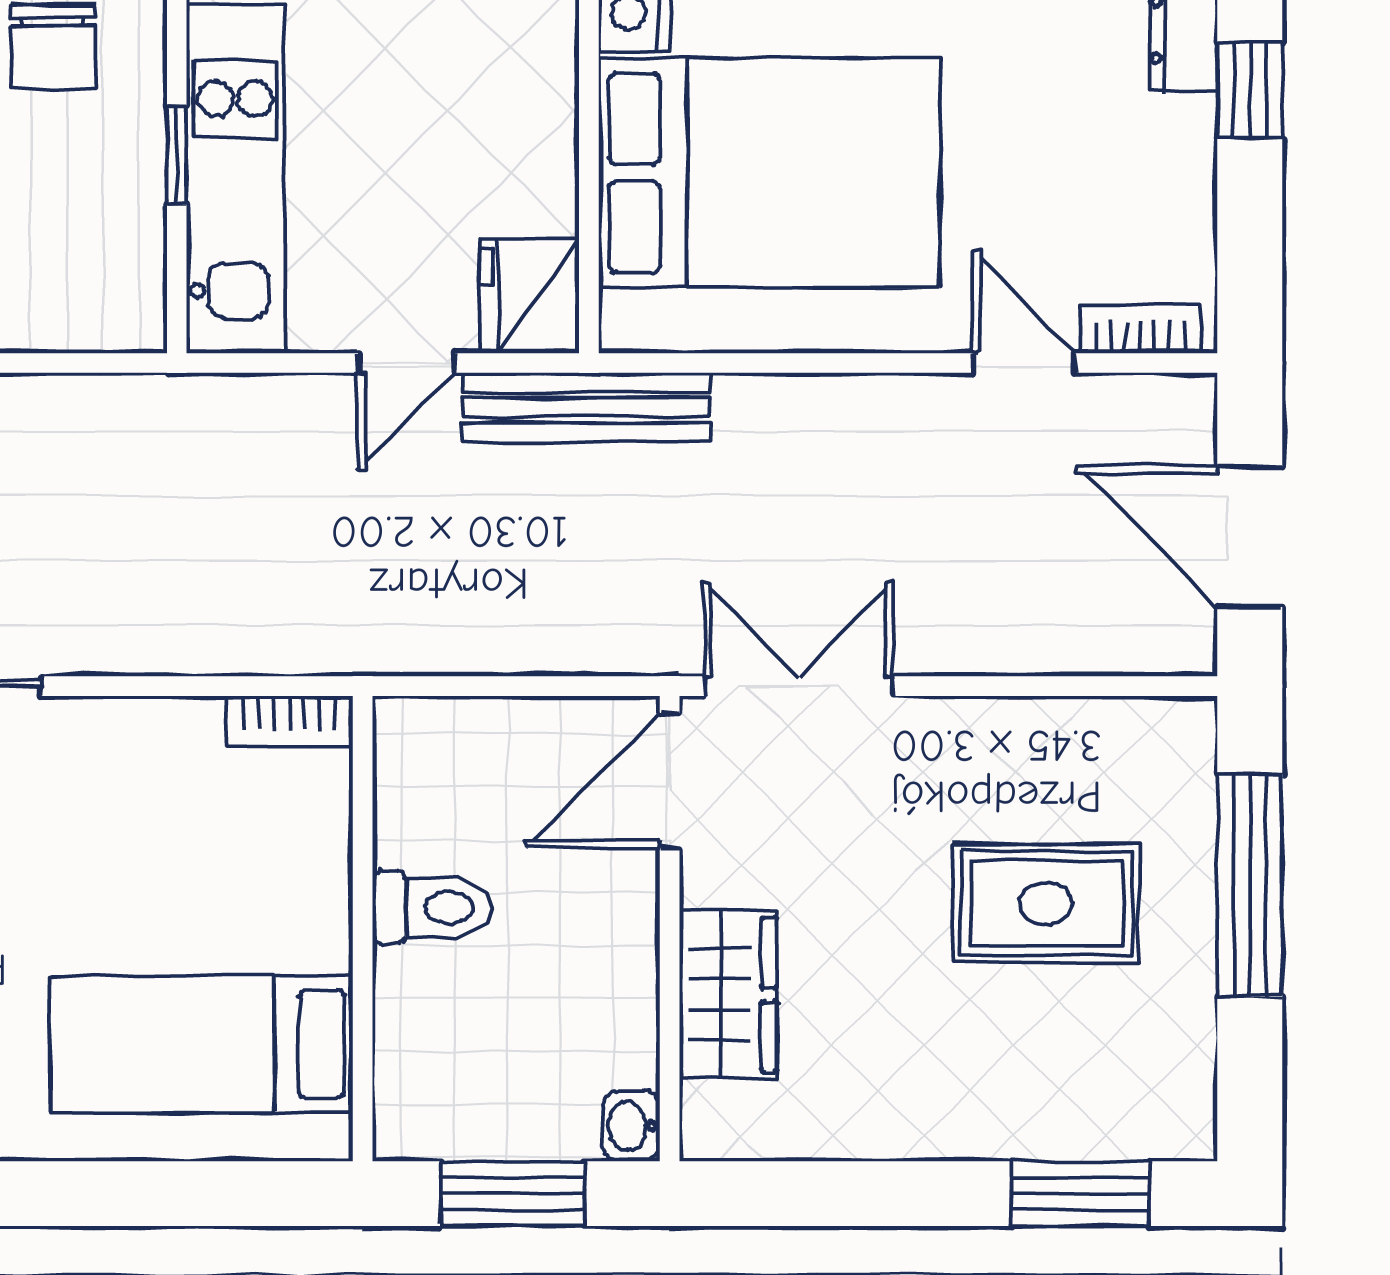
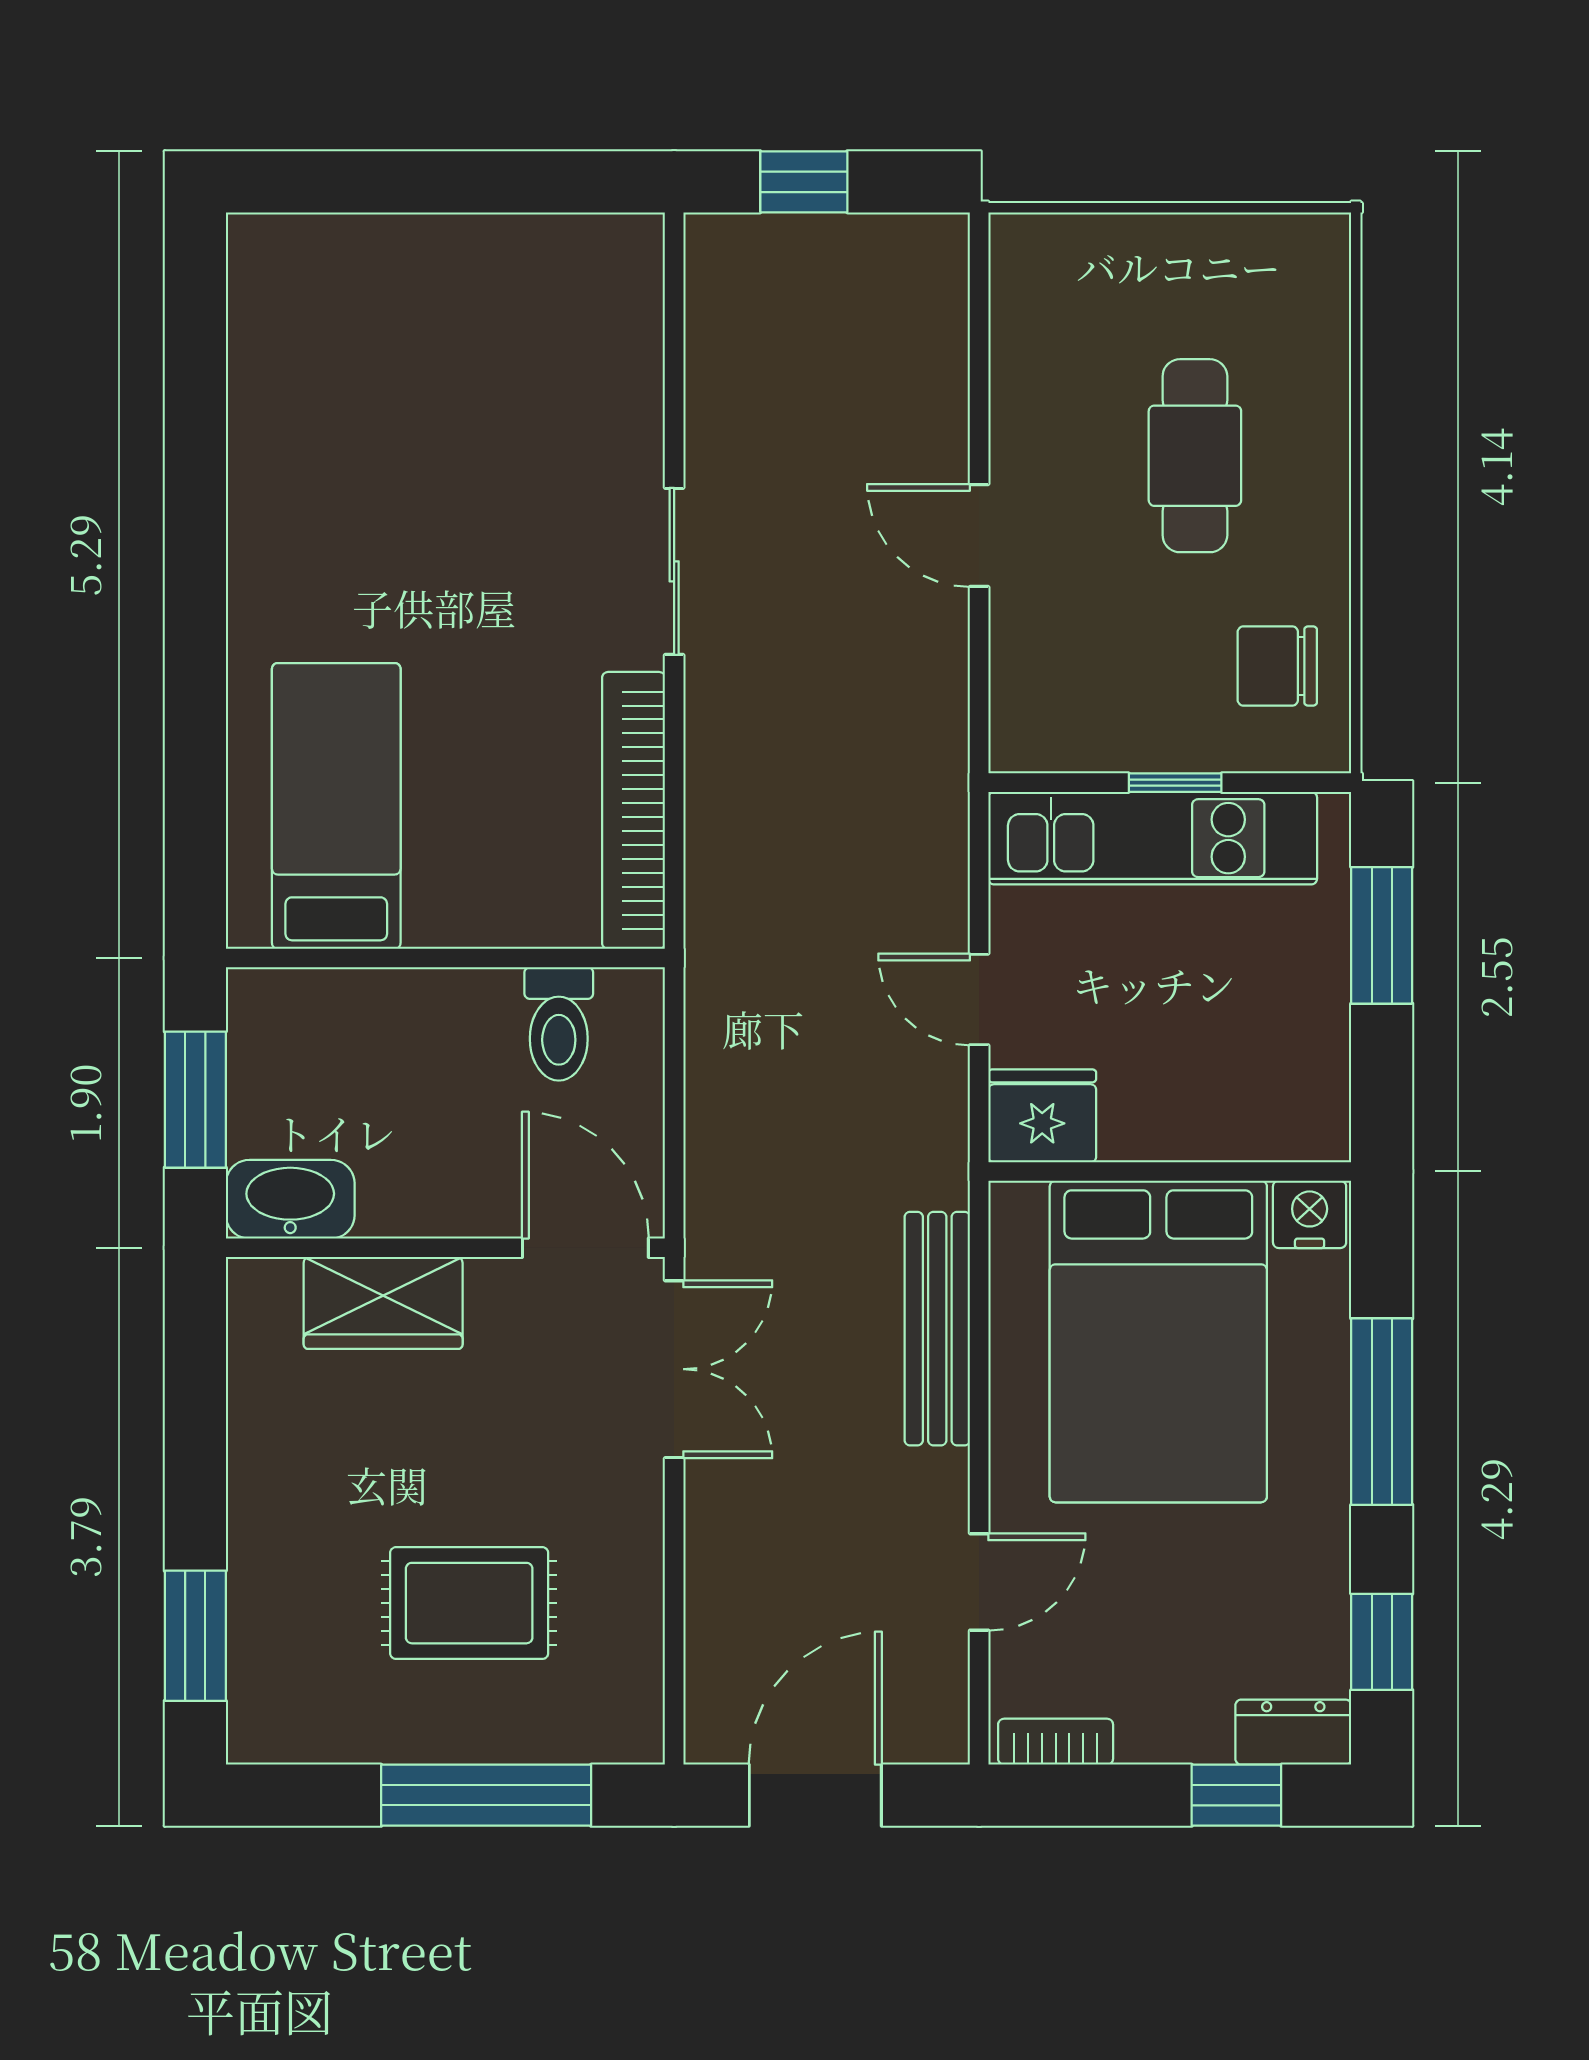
bookcase: (1140, 329) -> (1056, 1742), moved, turned -90
bench: (586, 407) -> (937, 1329), moved
bookcase: (289, 721) -> (634, 810), width x2.31, depth x1.31
rug: (1046, 903) -> (469, 1603), turned 90
toilet: (432, 908) -> (559, 1024), moved
washbasin: (631, 1126) -> (290, 1199), width x1.91, depth x1.45

